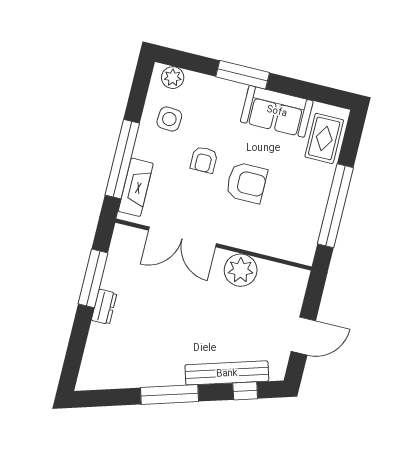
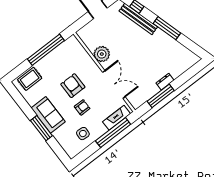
plant: (173, 78) -> (69, 148), removed
sofa: (277, 111) -> (48, 115), moved

